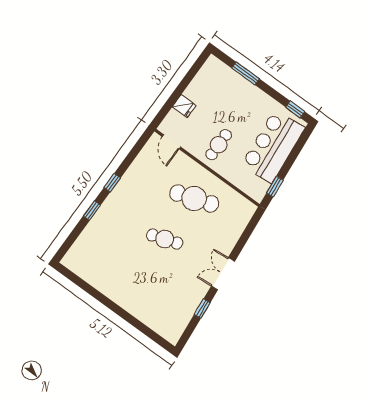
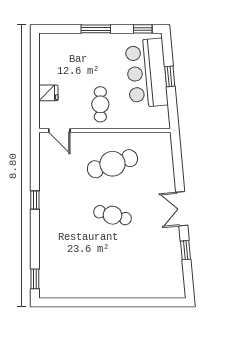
window: (245, 73) -> (96, 29), moved
window: (275, 187) -> (170, 76), moved
window: (92, 211) -> (35, 279), moved
cafe table: (165, 239) -> (112, 215), turned 33

